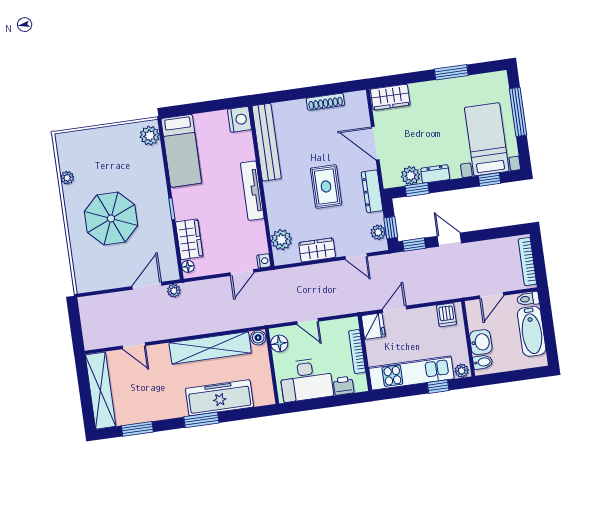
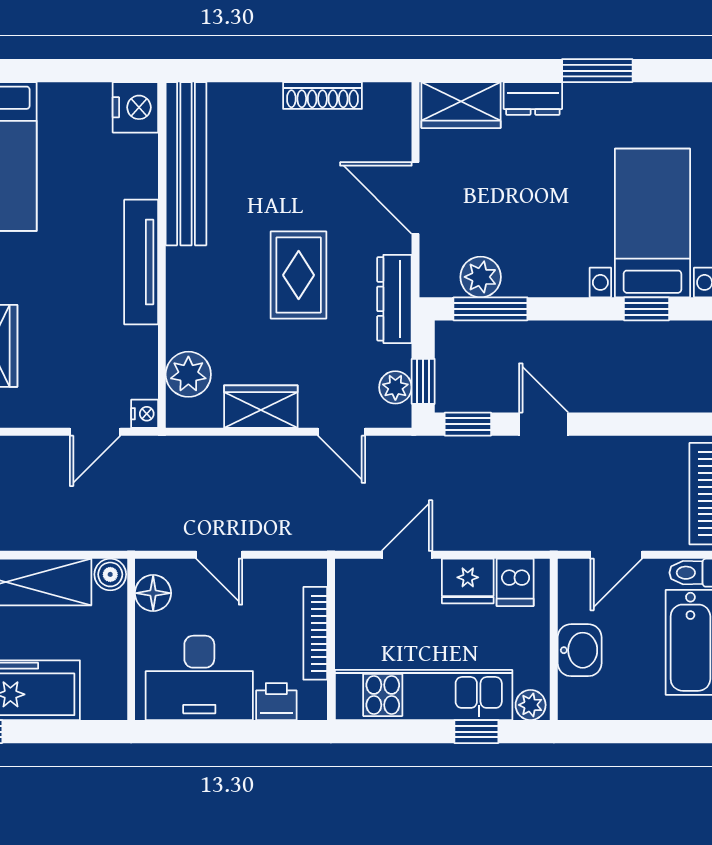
dresser: (435, 174) -> (533, 99), moved, turned 180
window: (417, 190) -> (490, 309), width x1.50
fridge: (373, 326) -> (468, 581), moved, turned 90
bidet: (483, 362) -> (578, 693), removed

